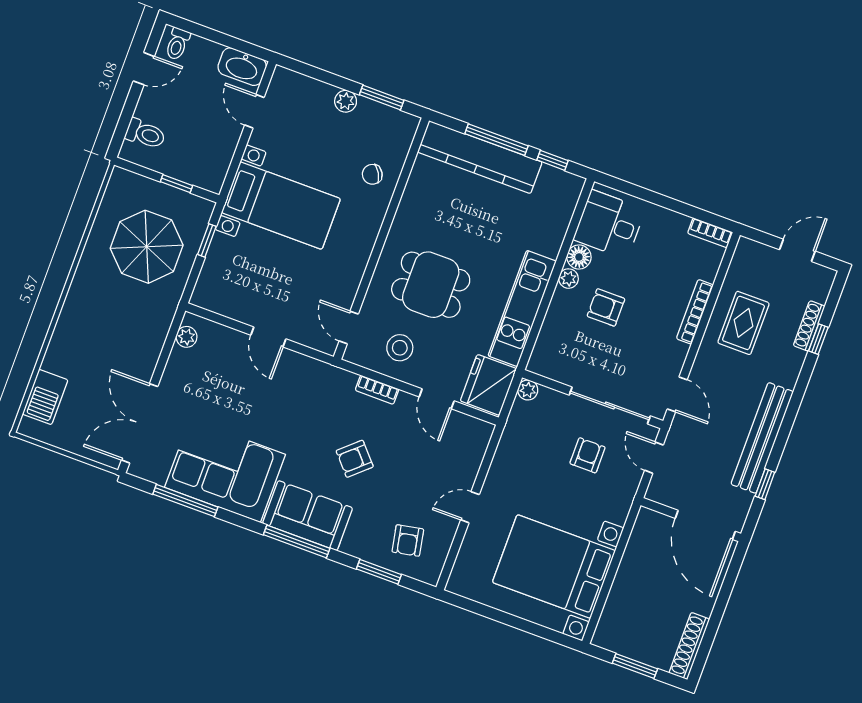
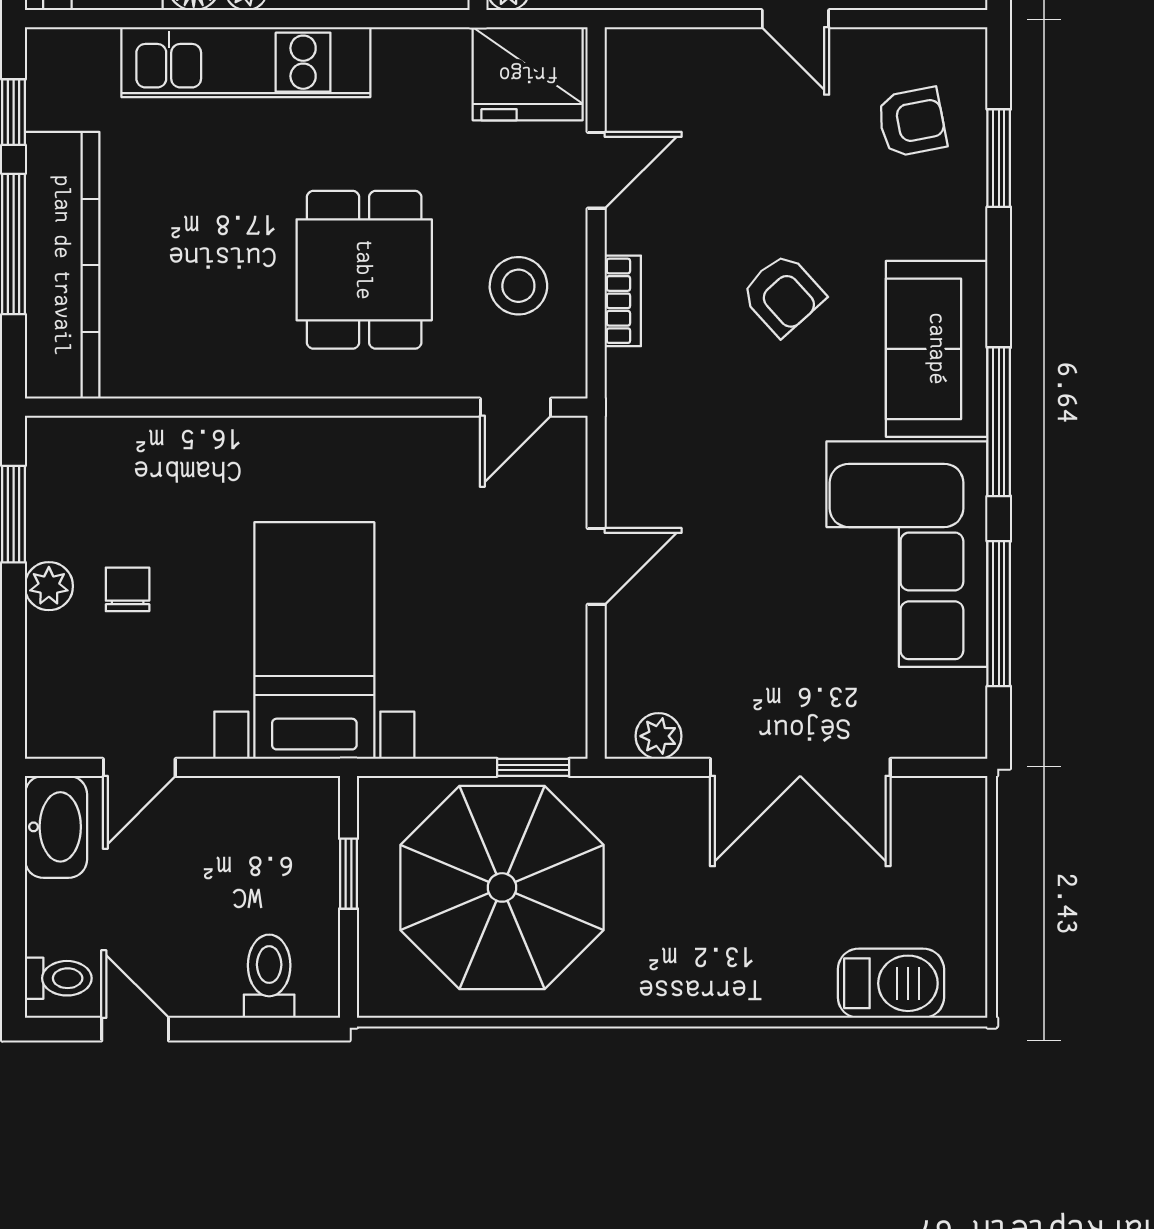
chair: (372, 174) -> (128, 589), moved, turned -150
window: (207, 240) -> (533, 767), moved
parasol: (147, 247) -> (502, 887), width x1.36, depth x1.36
kitchen unit: (522, 308) -> (246, 62), moved
double door: (140, 423) -> (800, 767), moved
window: (297, 542) -> (999, 422), moved

